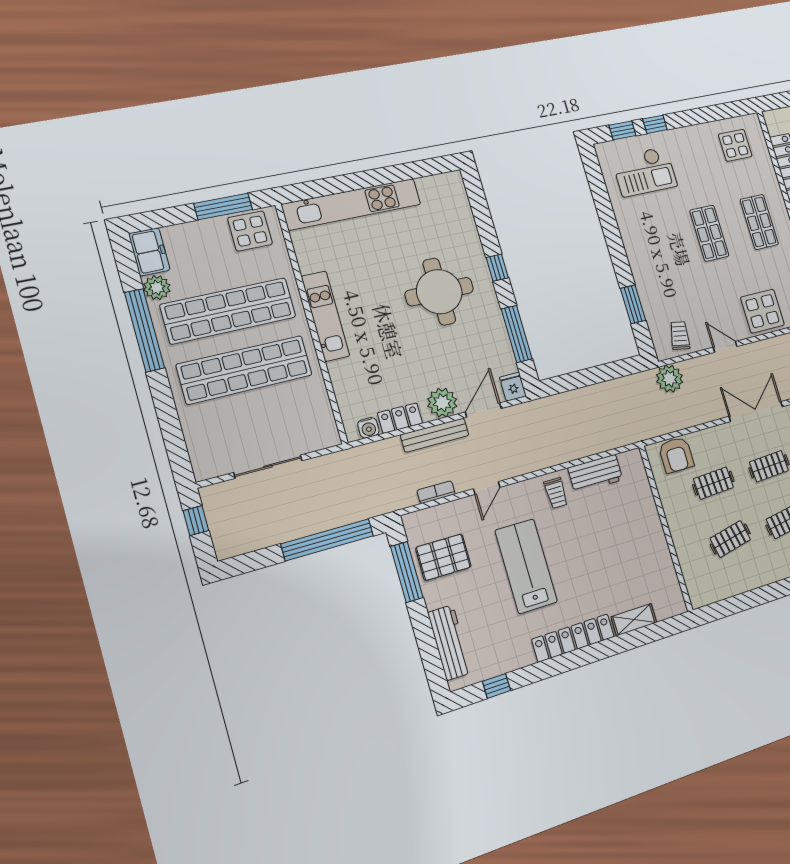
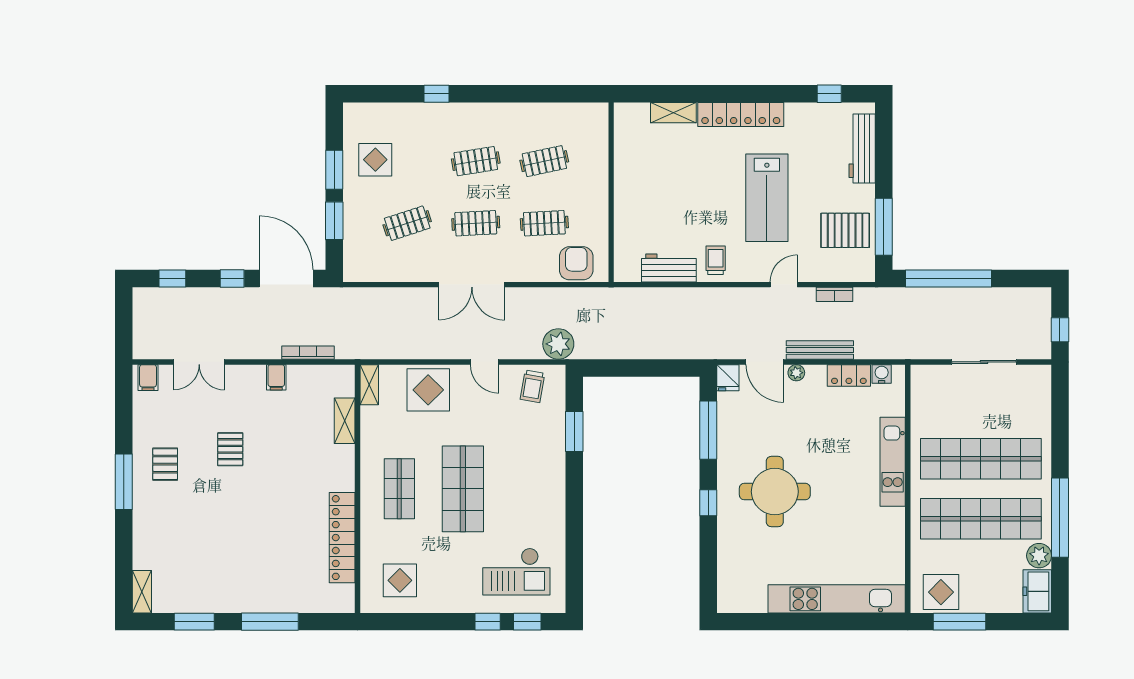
checkout: (644, 172) -> (516, 571), turned 180
shop shelf: (709, 233) -> (463, 489), width x1.43, depth x1.36
kitchen unit: (325, 316) -> (893, 462), moved
plant: (442, 403) -> (796, 373), width x0.53, depth x0.53
door: (483, 410) -> (765, 362), hinge flipped

